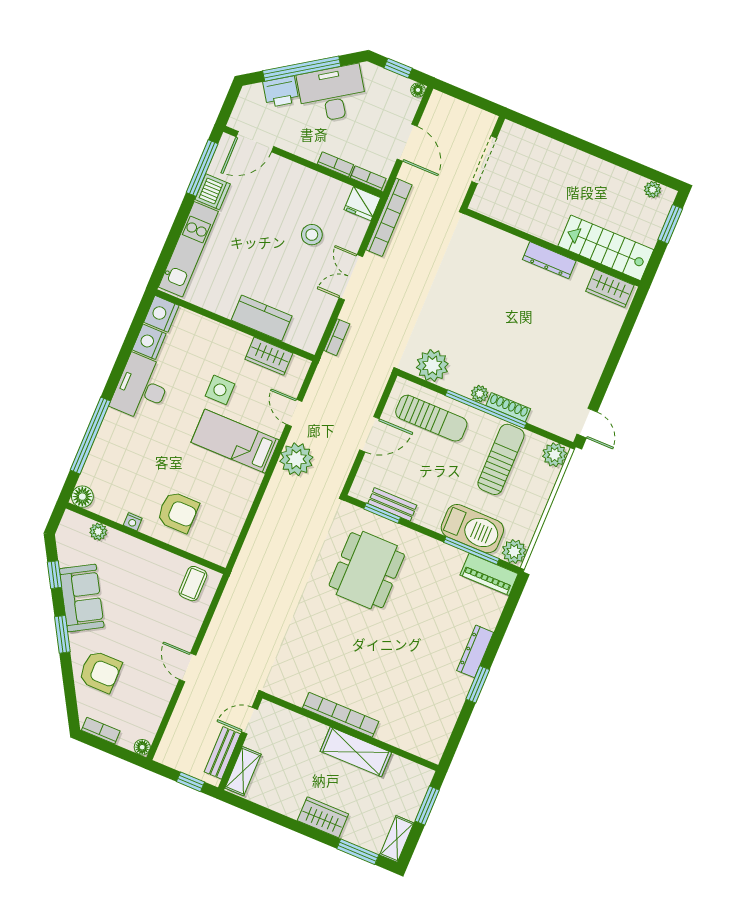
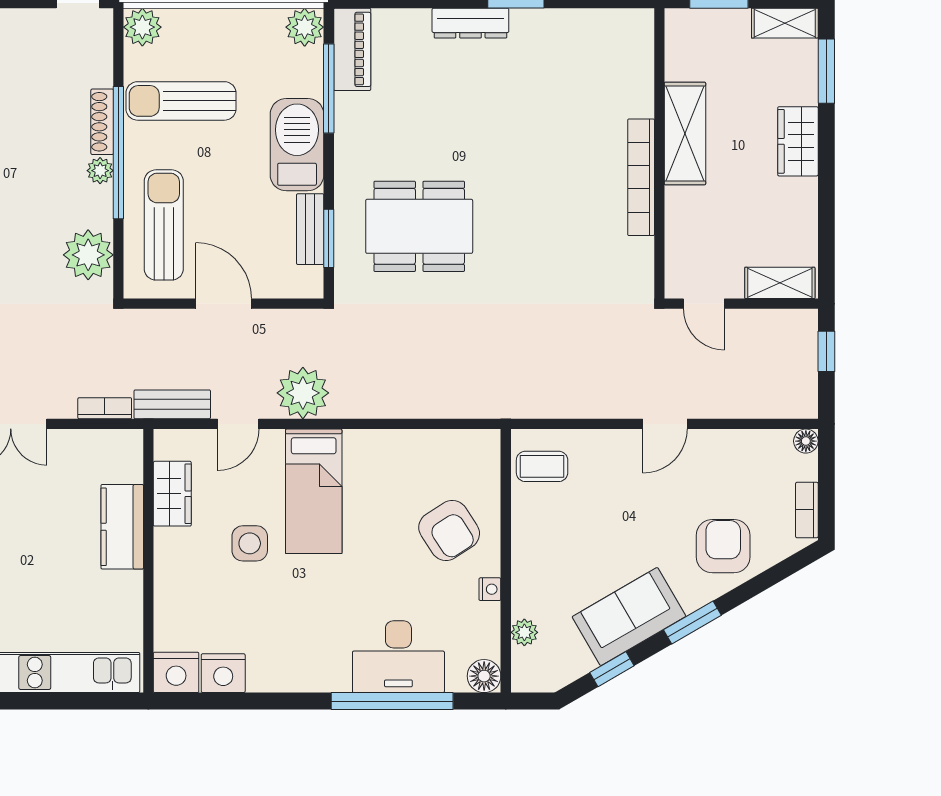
desk: (141, 388) -> (398, 657), moved
armchair: (178, 512) -> (449, 530), turned 147
barbecue: (472, 529) -> (297, 145), moved
bench: (222, 753) -> (172, 404), moved

